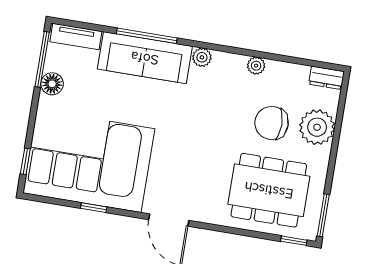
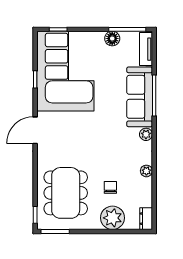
chair: (272, 123) -> (110, 187), width x0.54, depth x0.54

